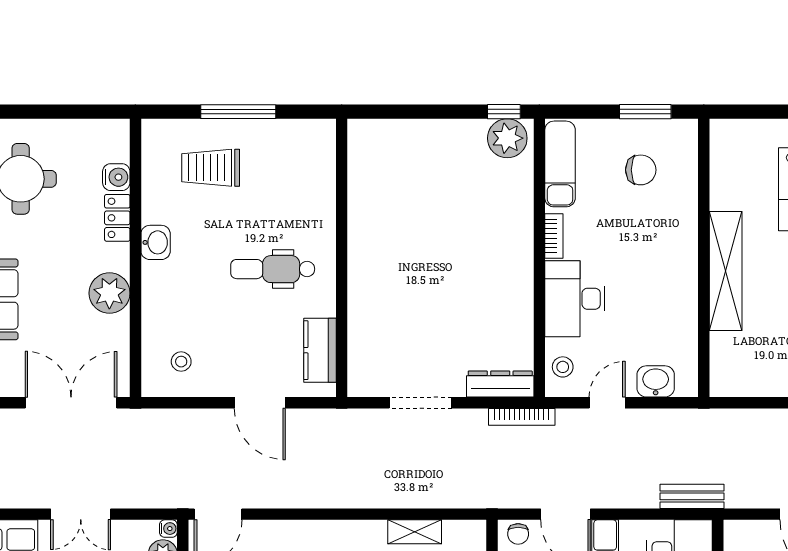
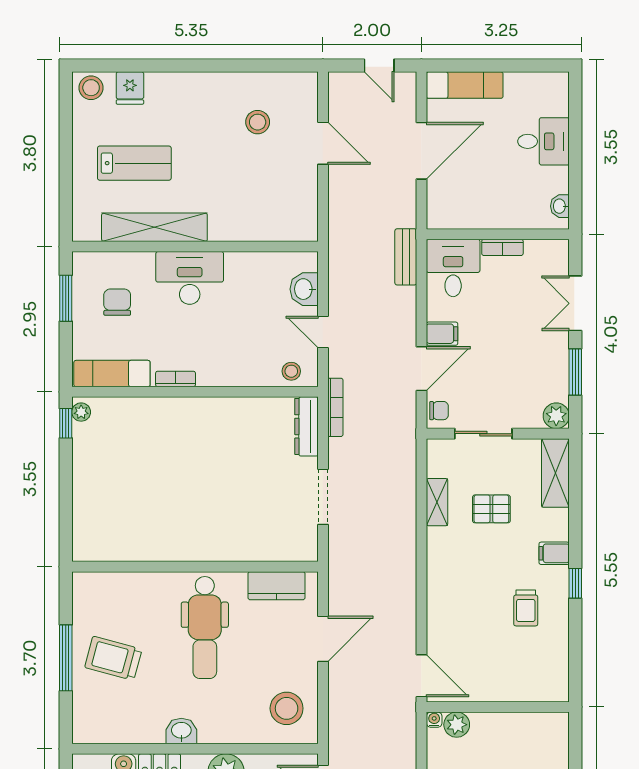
plant: (507, 138) -> (81, 412), width x0.53, depth x0.53
trolley: (211, 168) -> (113, 658), moved, turned 105
dental chair: (273, 269) -> (205, 627), width x1.36, depth x1.38
shelving: (726, 271) -> (154, 227), moved
desk: (575, 299) -> (190, 278), moved, turned 180
stool: (181, 362) -> (287, 708), width x1.89, depth x1.89

